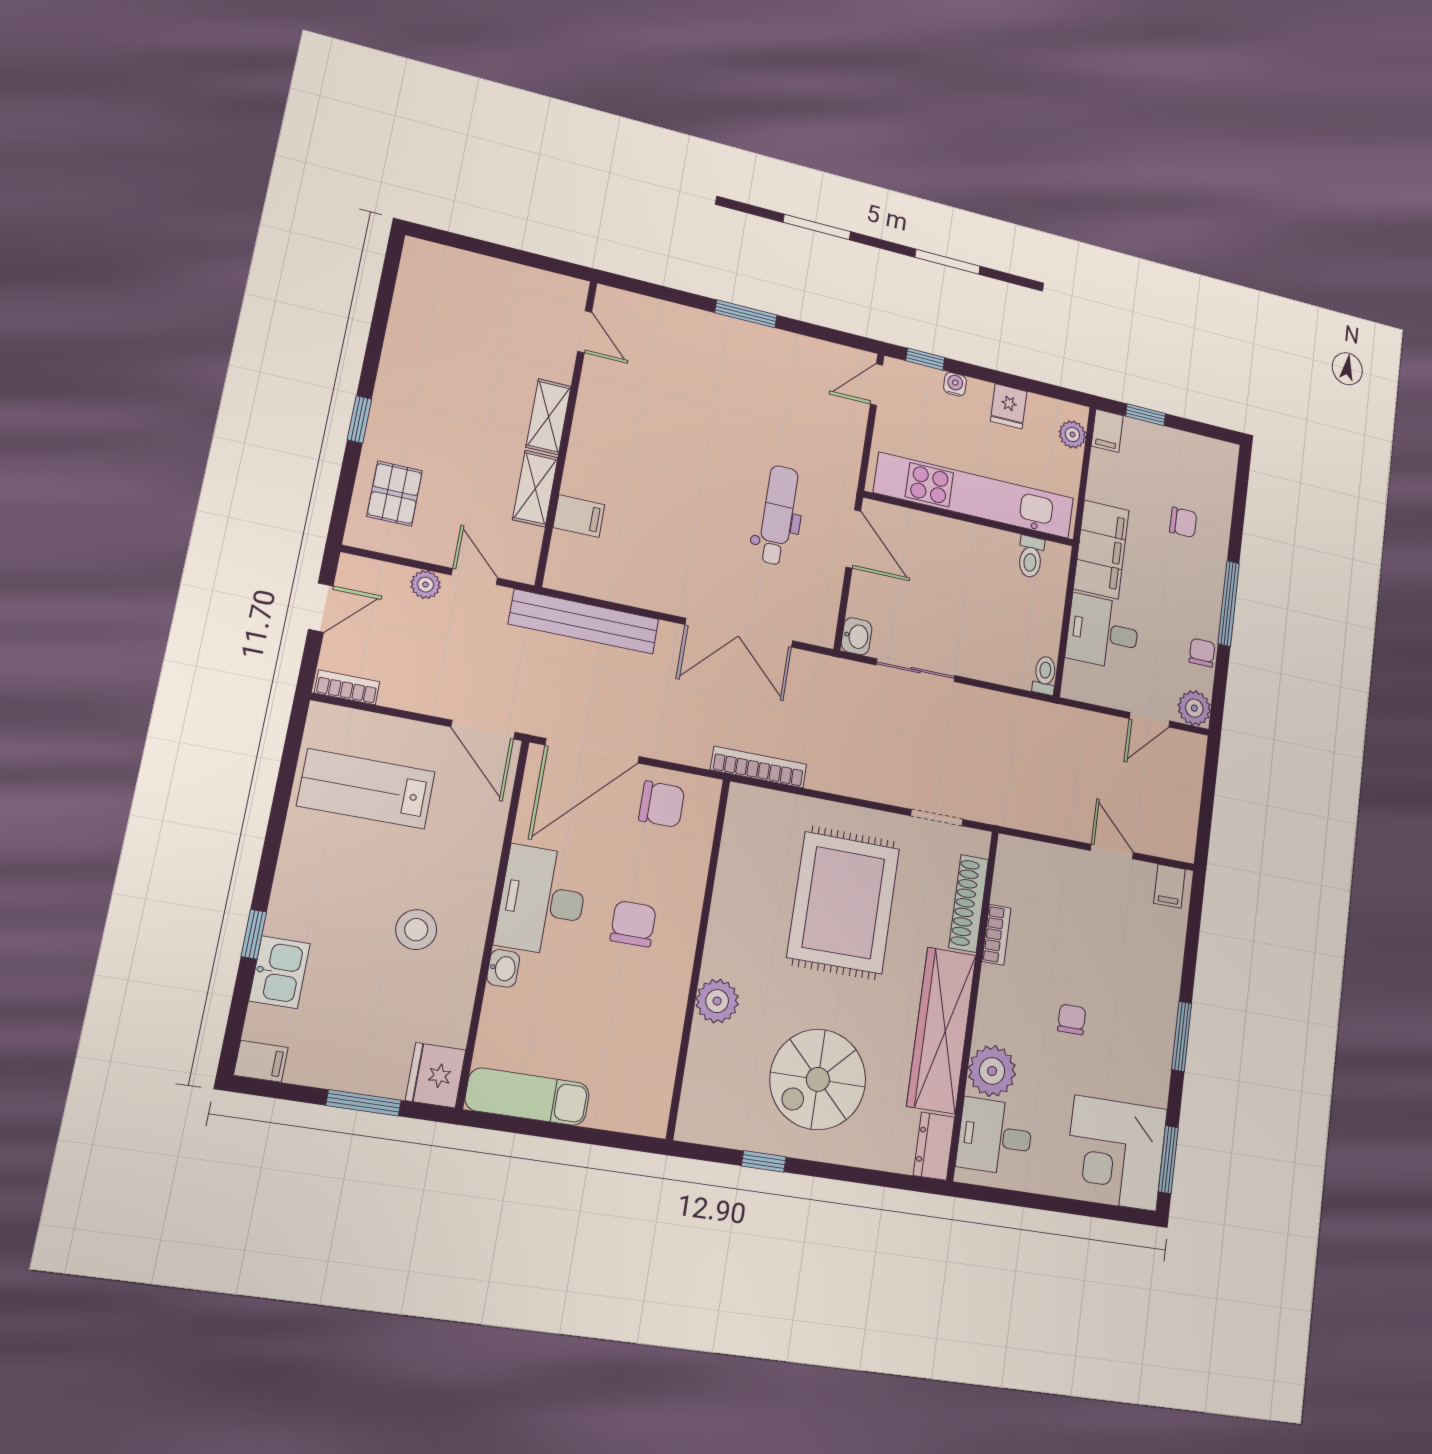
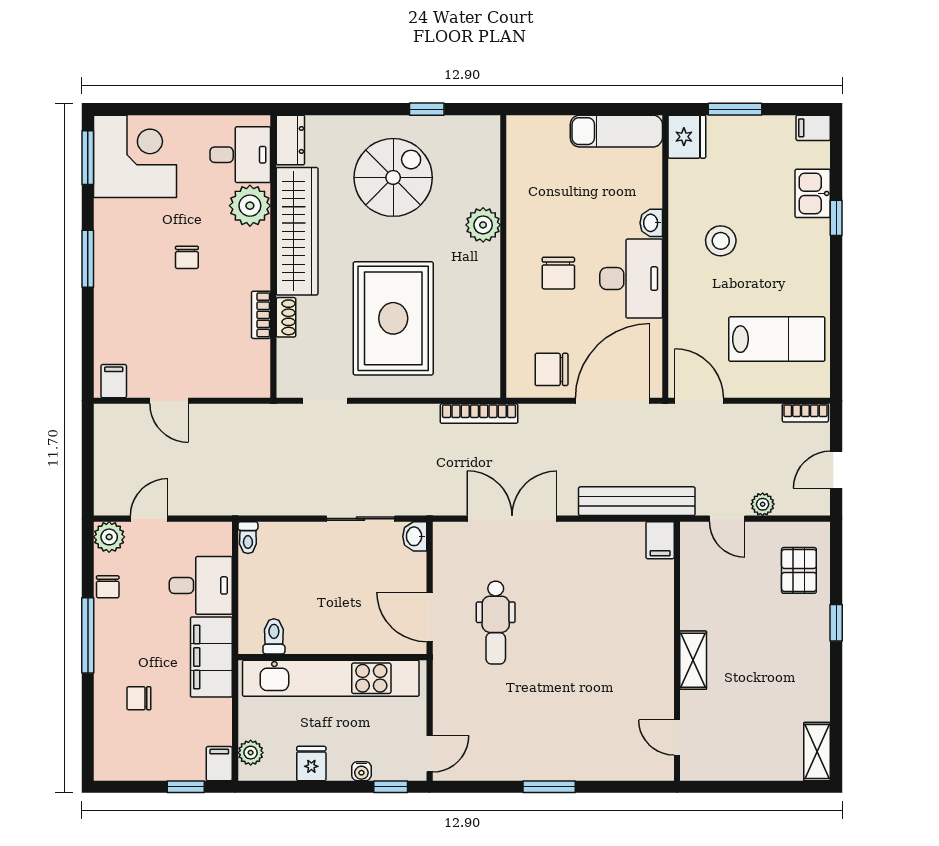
shelving: (535, 489) -> (817, 752), moved
filing cabinet: (579, 516) -> (660, 540), moved, turned -90
shoe rack: (969, 903) -> (286, 317), width x0.51, depth x0.81

